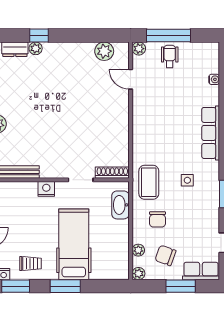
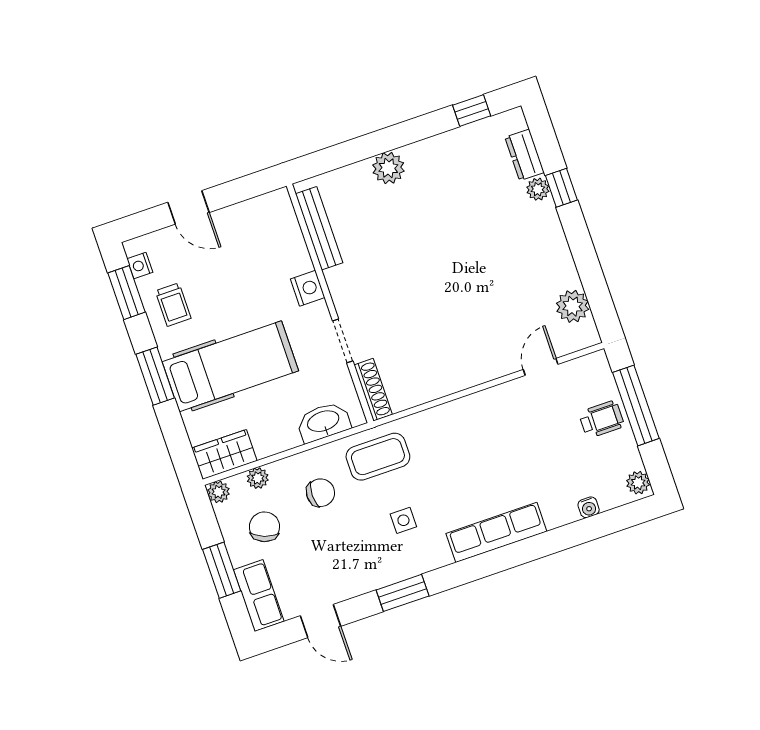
plant: (139, 49) -> (638, 483), moved
chair: (158, 219) -> (320, 493), turned 180
wardrobe: (120, 264) -> (224, 454), added

